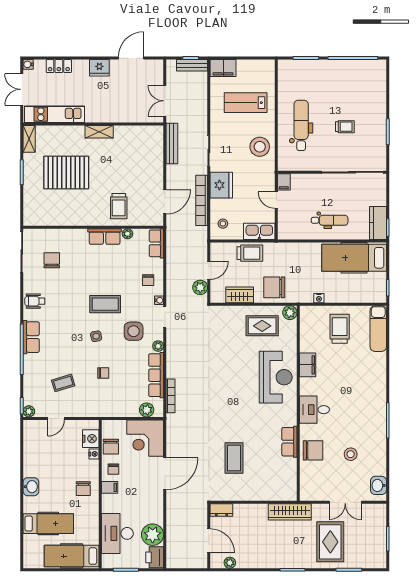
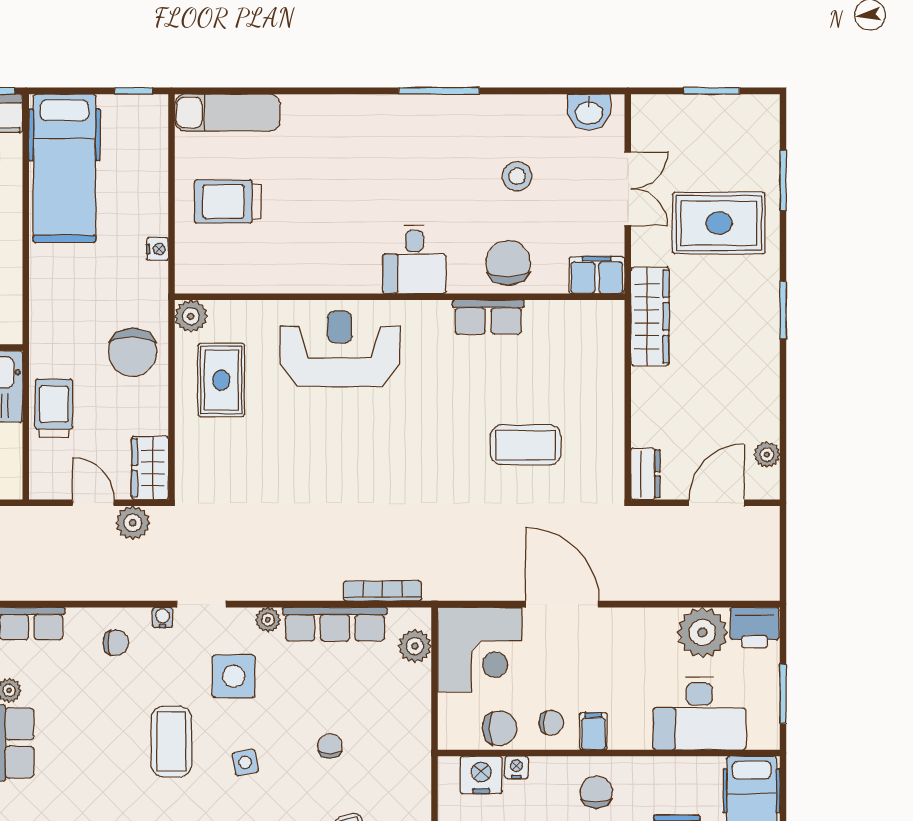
wardrobe: (240, 295) -> (150, 468), moved
filing cabinet: (308, 365) -> (597, 275), moved
chair: (83, 489) -> (596, 792), turned -90

